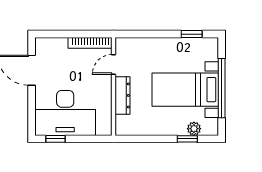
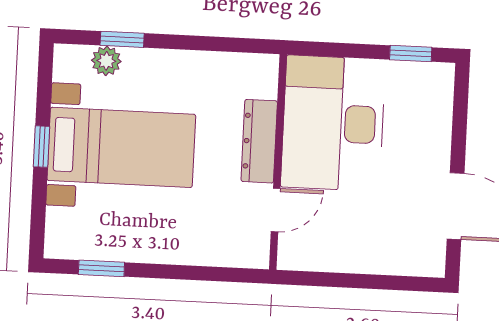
bookcase: (90, 43) -> (325, 260), removed
window: (222, 88) -> (41, 147), width x0.32
desk: (65, 113) -> (333, 123), moved, turned -90

